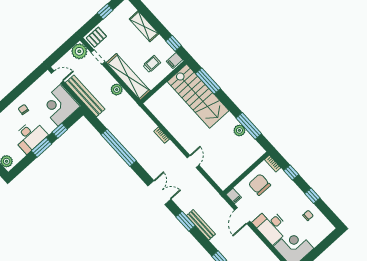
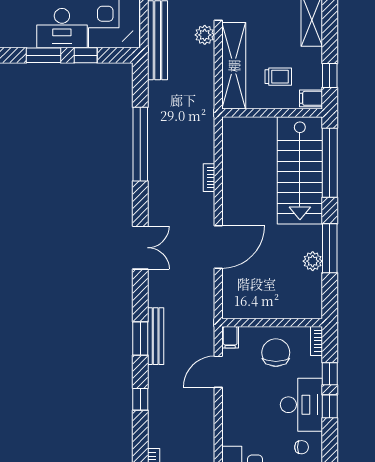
window: (208, 81) -> (330, 163), width x1.46
plant: (117, 90) -> (205, 35), moved
window: (249, 126) -> (330, 248), moved
desk: (30, 136) -> (62, 28), moved
door: (193, 161) -> (218, 247), width x1.87
window: (312, 196) -> (330, 406), moved
window: (185, 221) -> (140, 339), moved
desk: (271, 226) -> (301, 405), moved, turned 180

